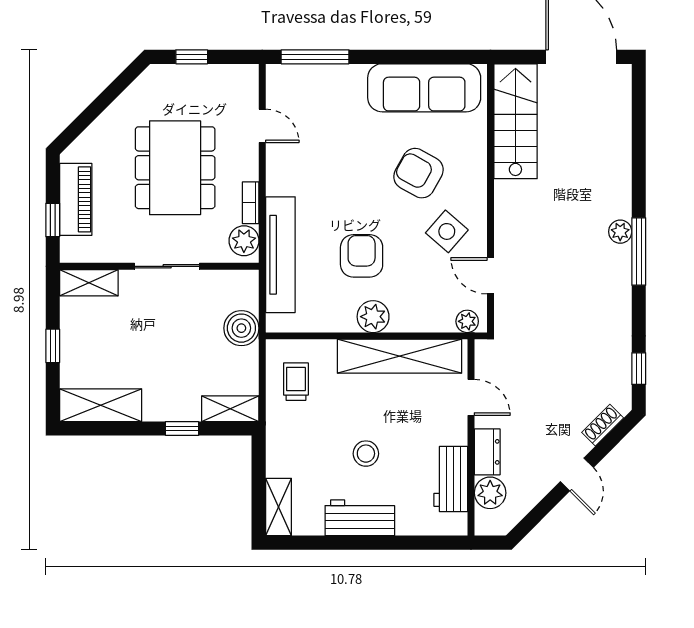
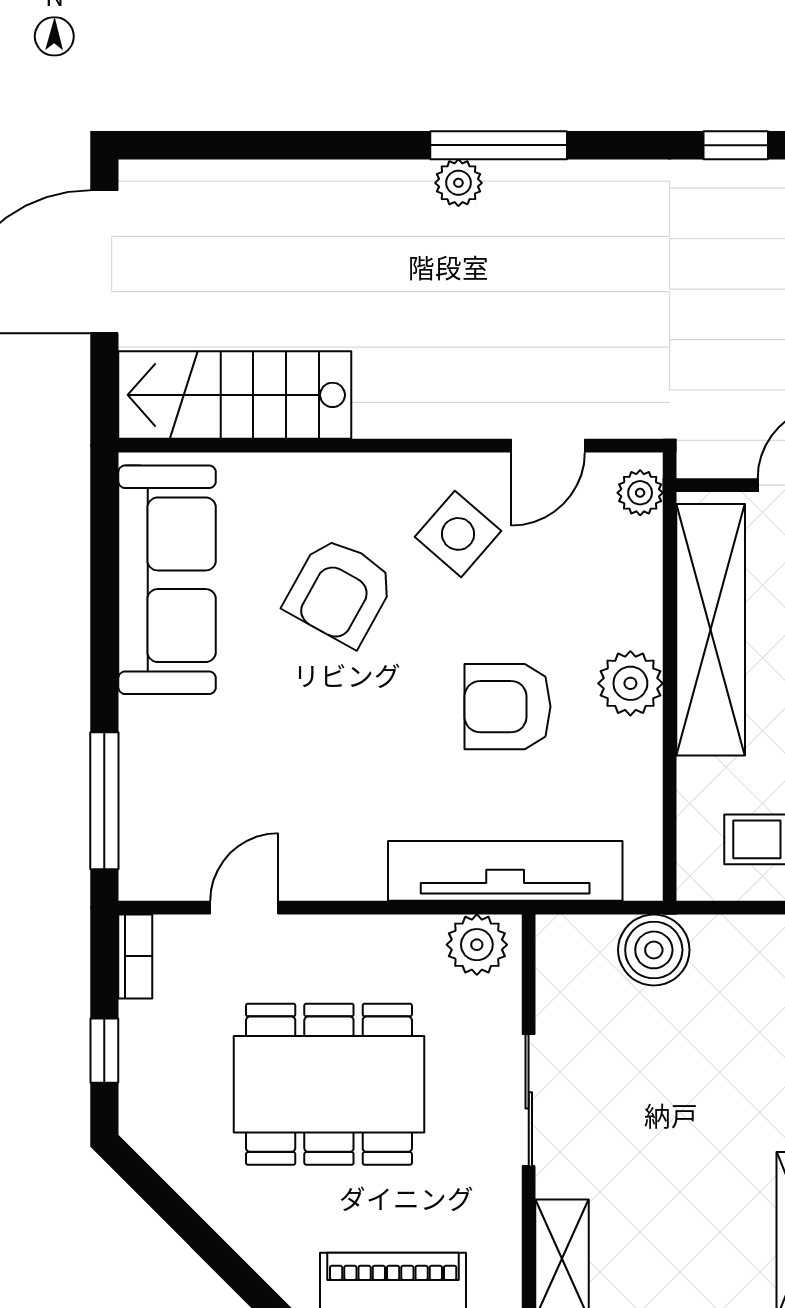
bookcase: (251, 203) -> (135, 956), moved, turned -90

